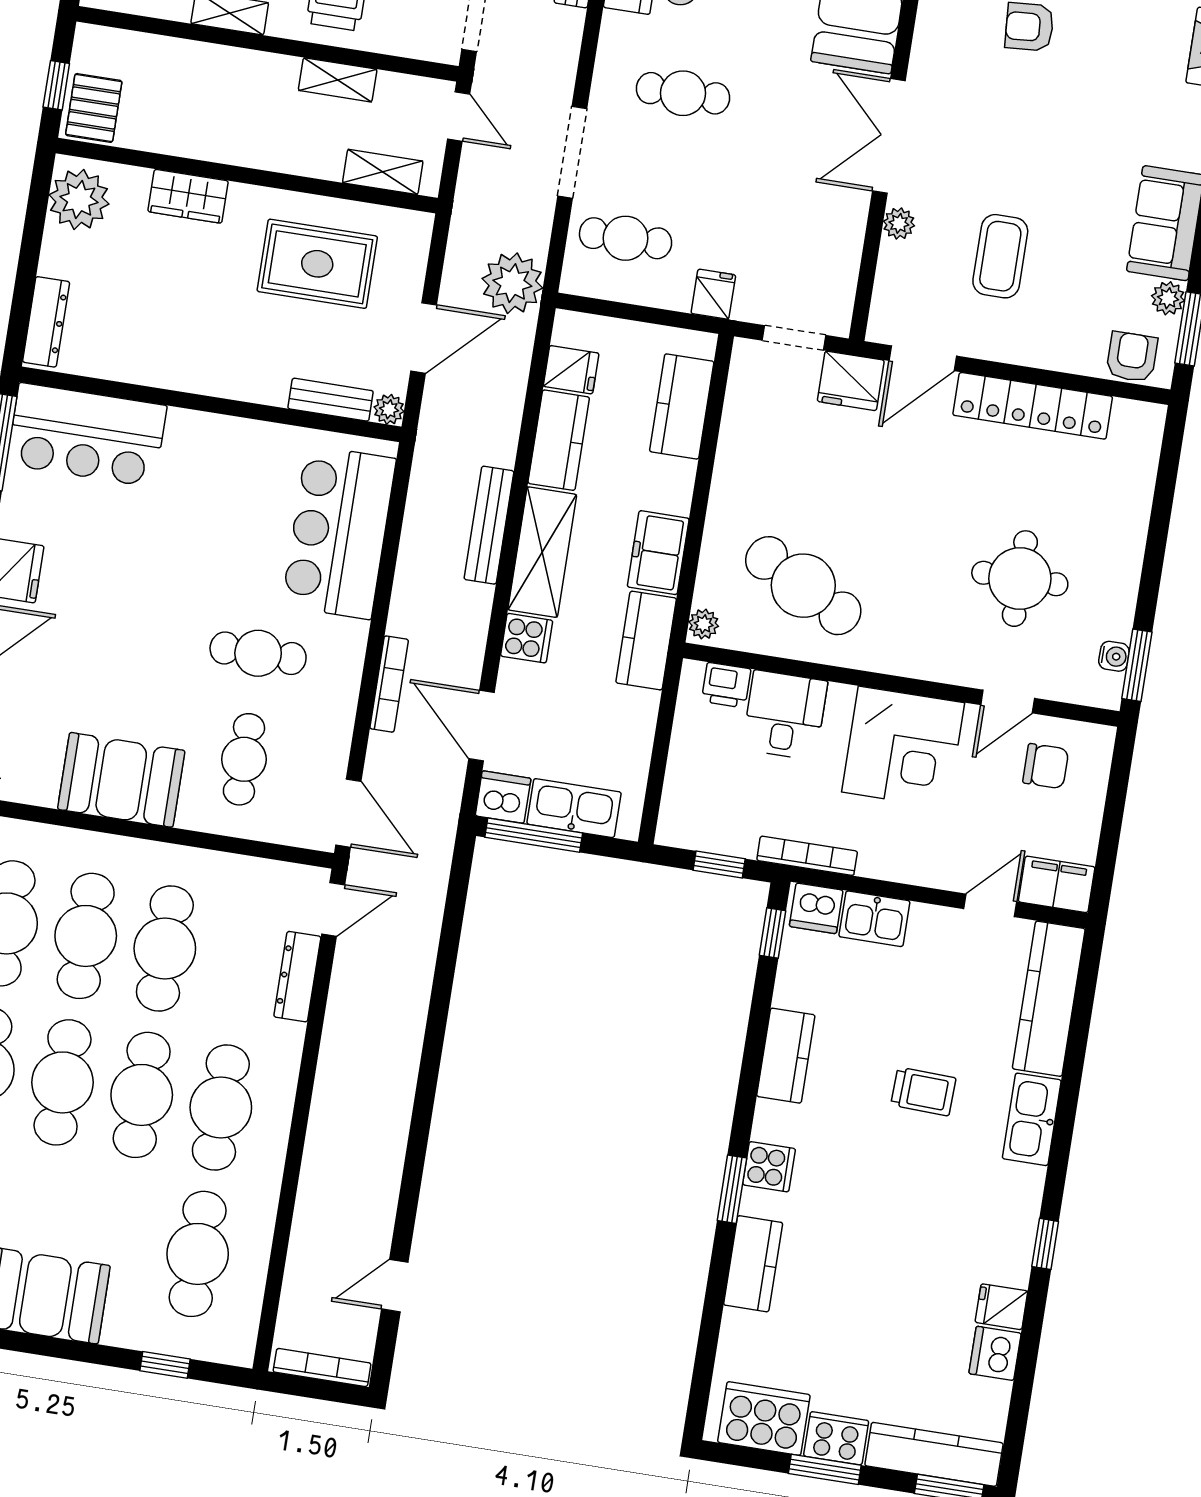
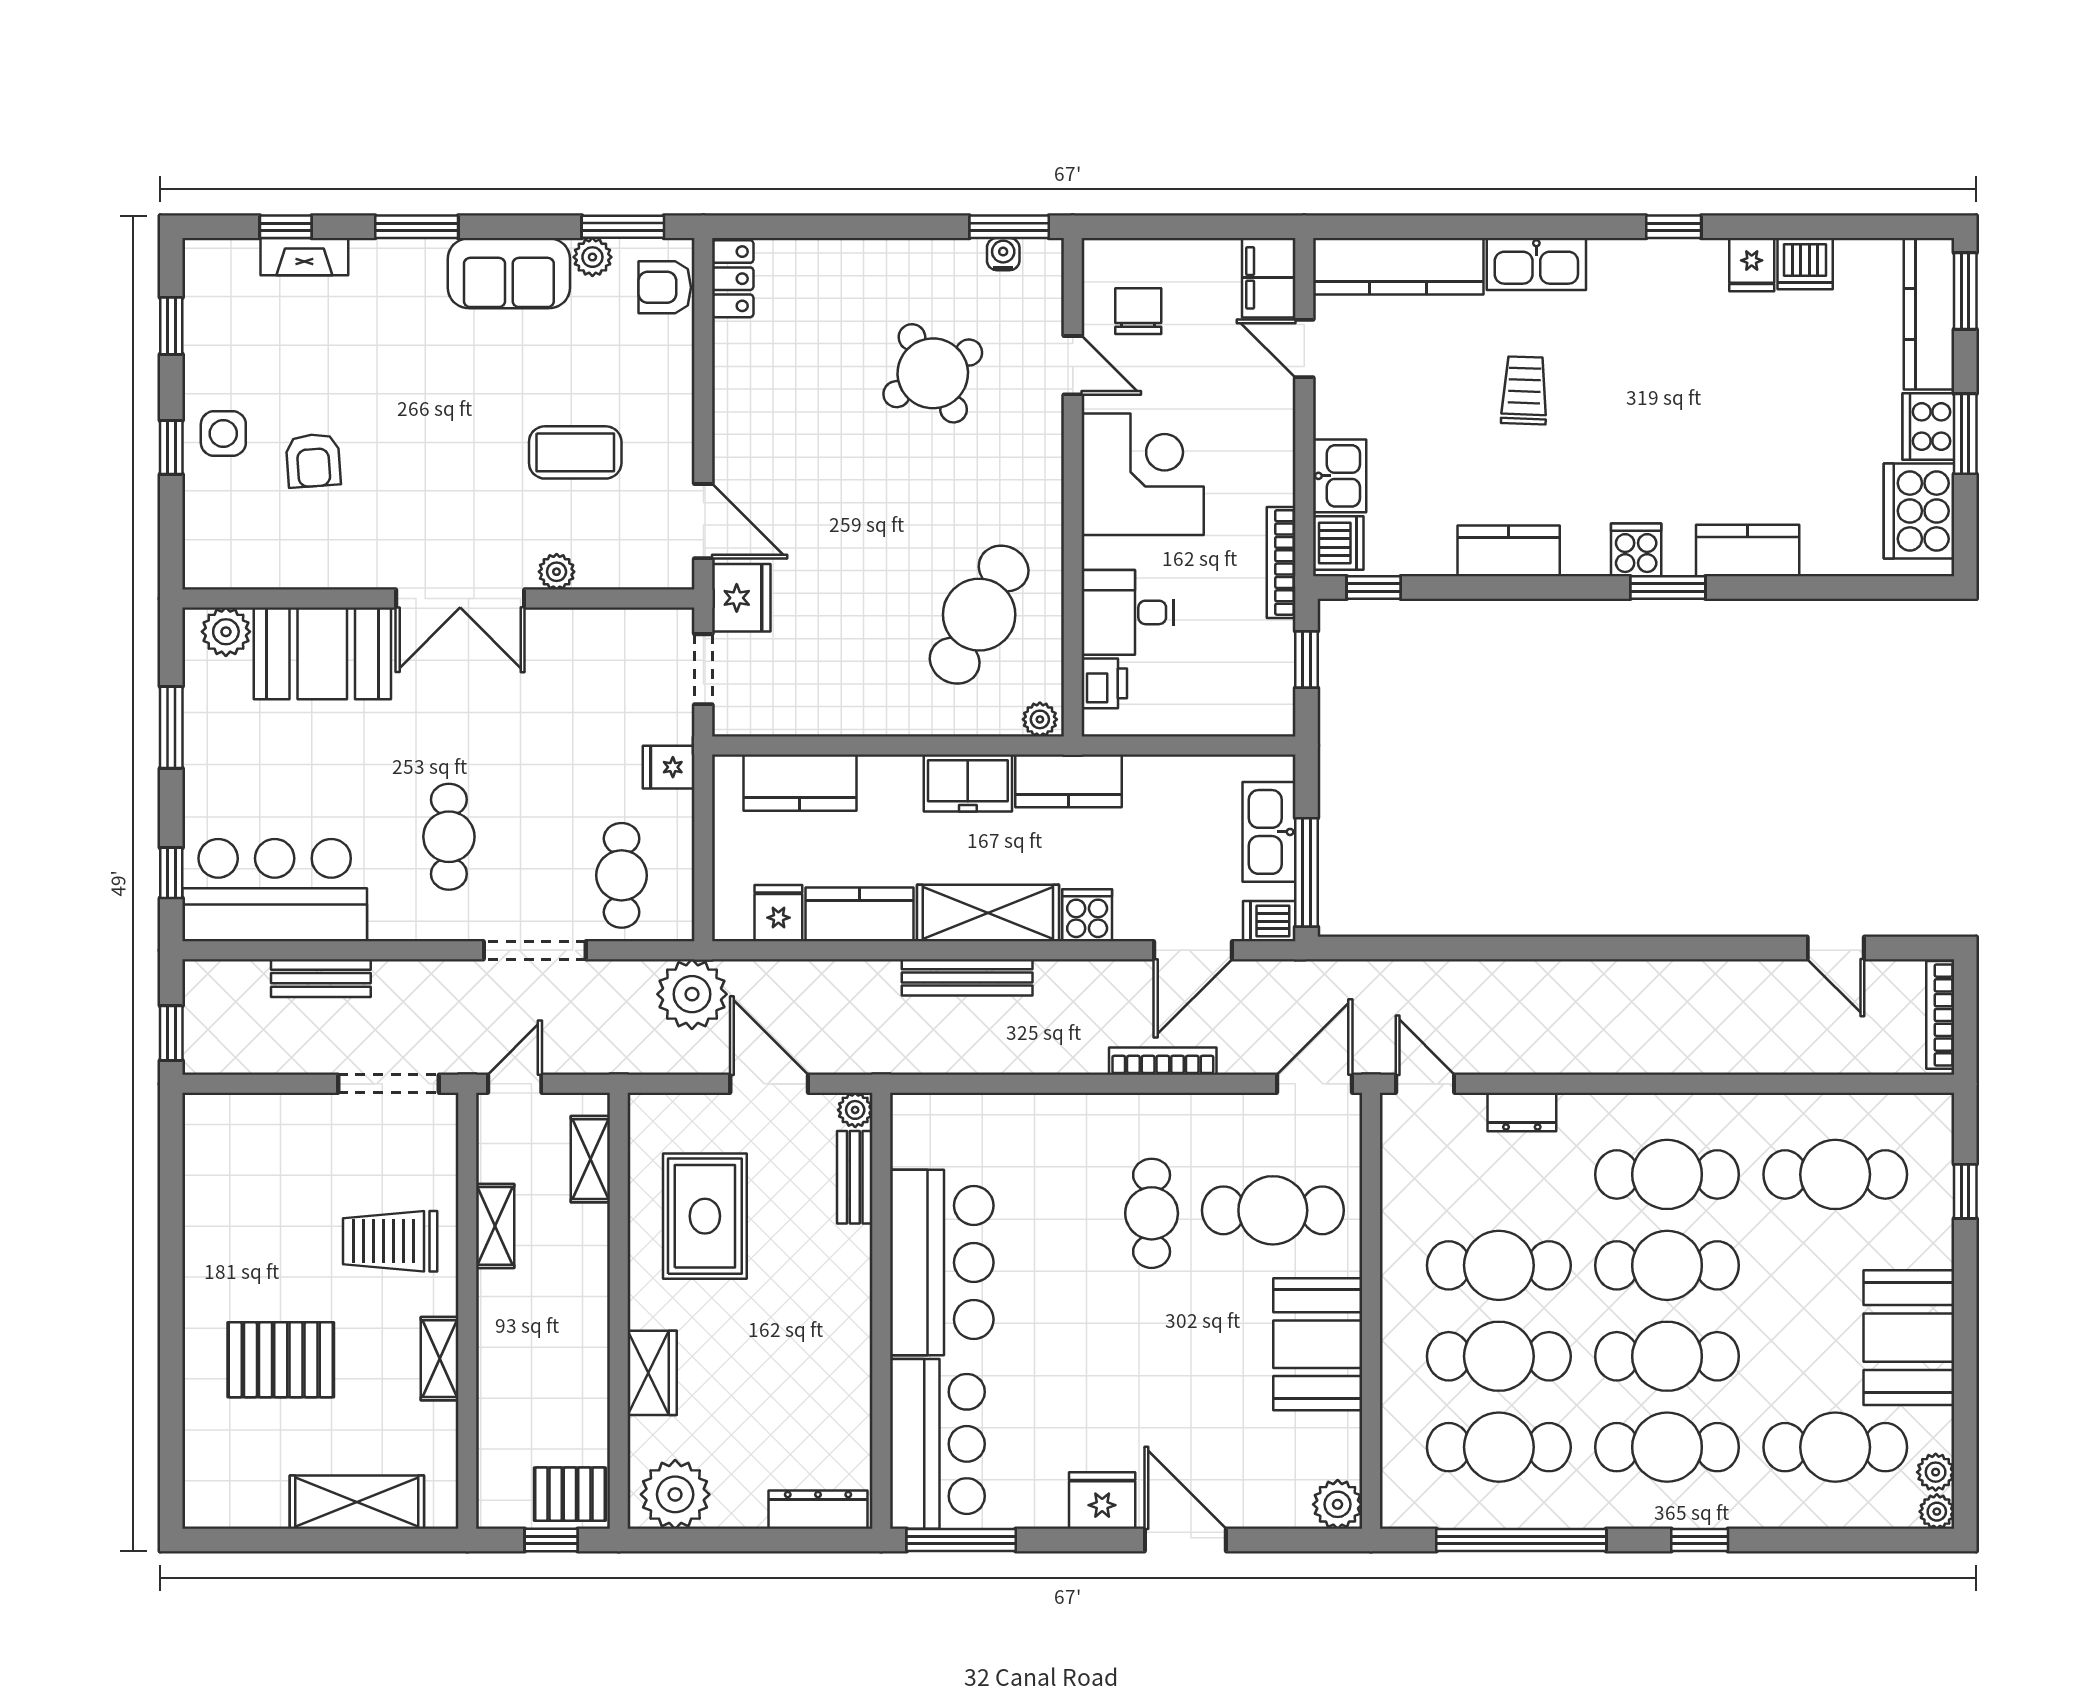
locker: (1033, 406) -> (733, 279), moved, width x0.46, depth x0.83
bar counter: (339, 532) -> (942, 1262), moved, turned -90
round table: (1020, 579) -> (933, 373), turned -30
cafe table: (244, 759) -> (1273, 1210), width x1.37, depth x1.35
dishwasher: (503, 797) -> (1269, 921), width x0.73
dresser: (297, 977) -> (1522, 1112), width x0.70

